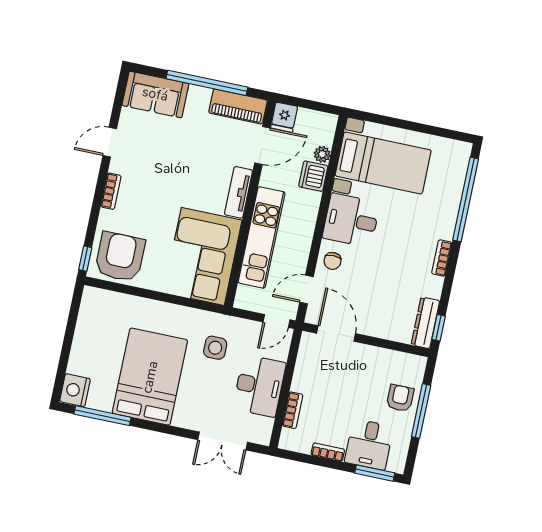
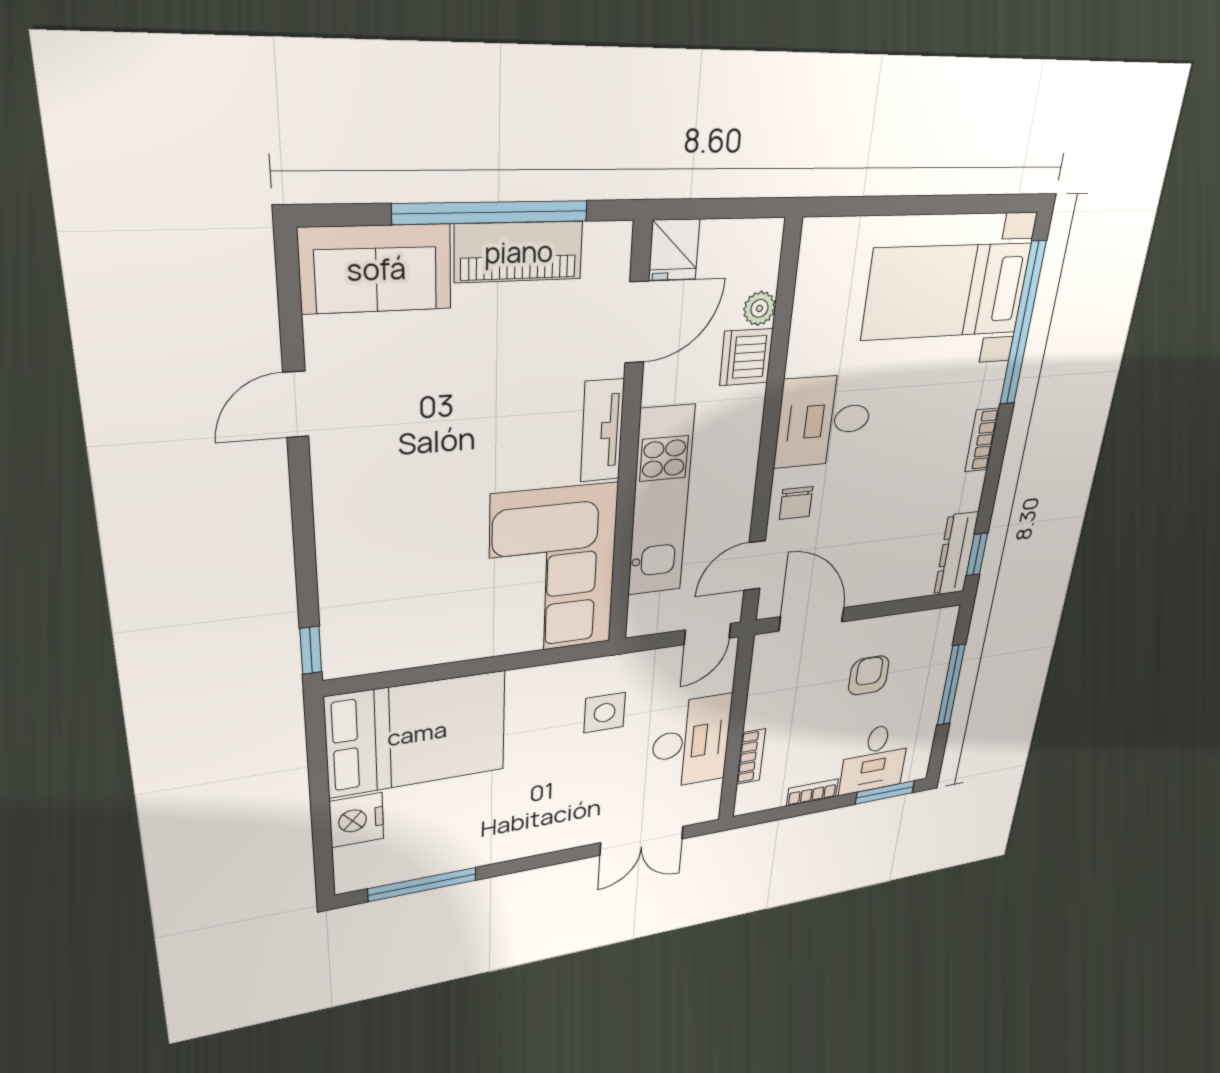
piano: (238, 106) -> (519, 252), moved
bed with nightstands: (383, 163) -> (947, 291), moved, turned 180
bookcase: (111, 191) -> (329, 506), removed
armchair: (120, 257) -> (384, 624), removed
bed: (150, 377) -> (417, 734), moved, turned 90
nightstand: (75, 390) -> (357, 820), moved
armchair: (400, 398) -> (869, 675), moved

